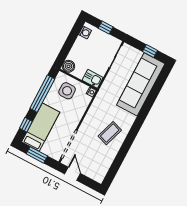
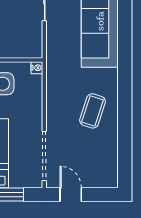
kitchen sink: (93, 79) -> (29, 48), removed

